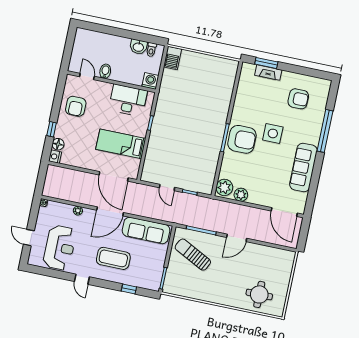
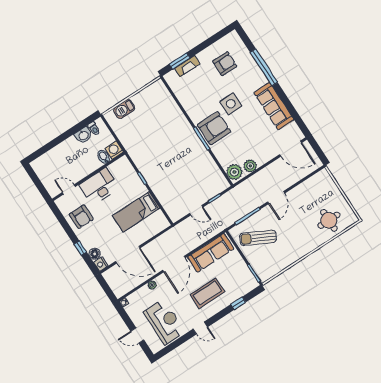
barbecue: (173, 58) -> (124, 109), moved, turned 90
bidet: (105, 71) -> (104, 157), moved
desk: (128, 100) -> (99, 186), moved
door: (114, 176) -> (128, 255), moved

